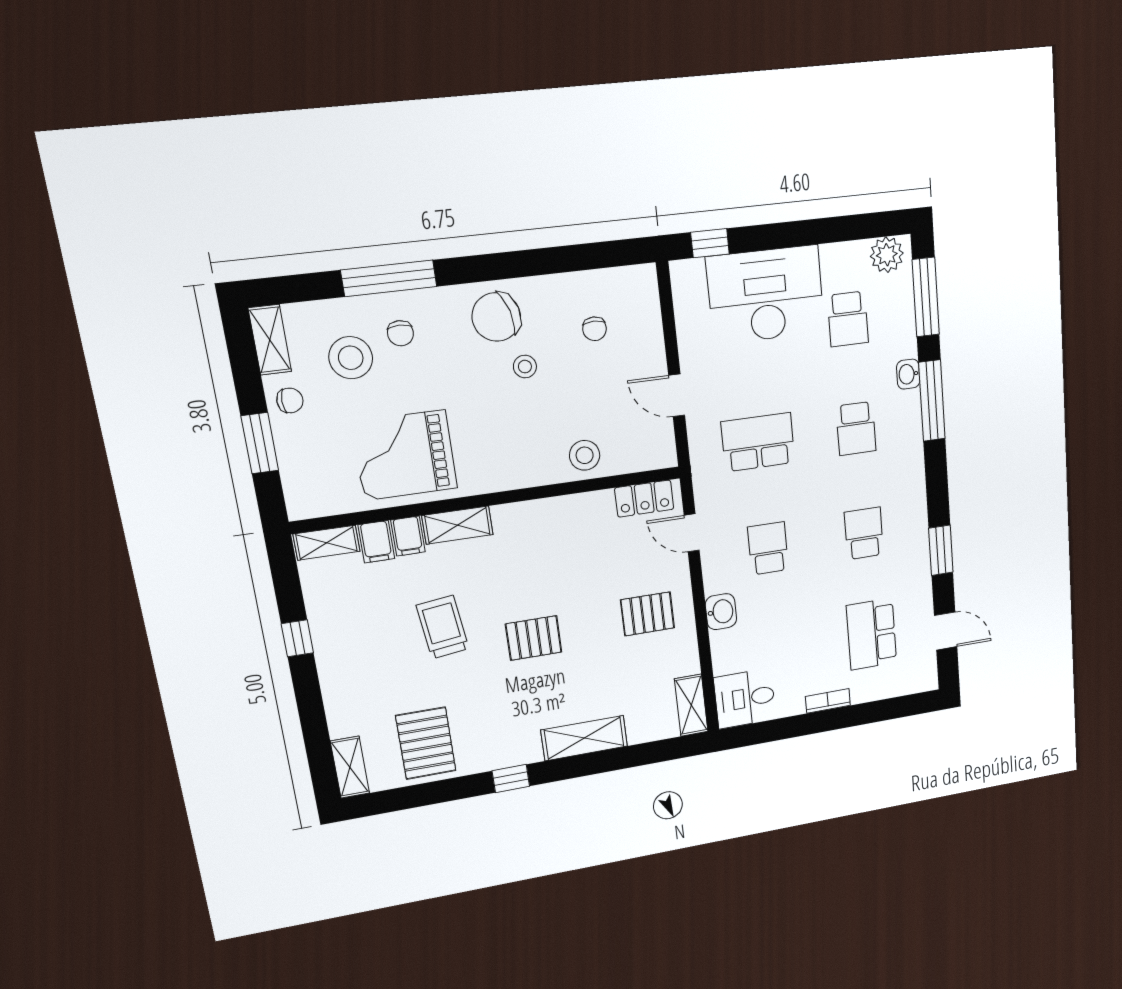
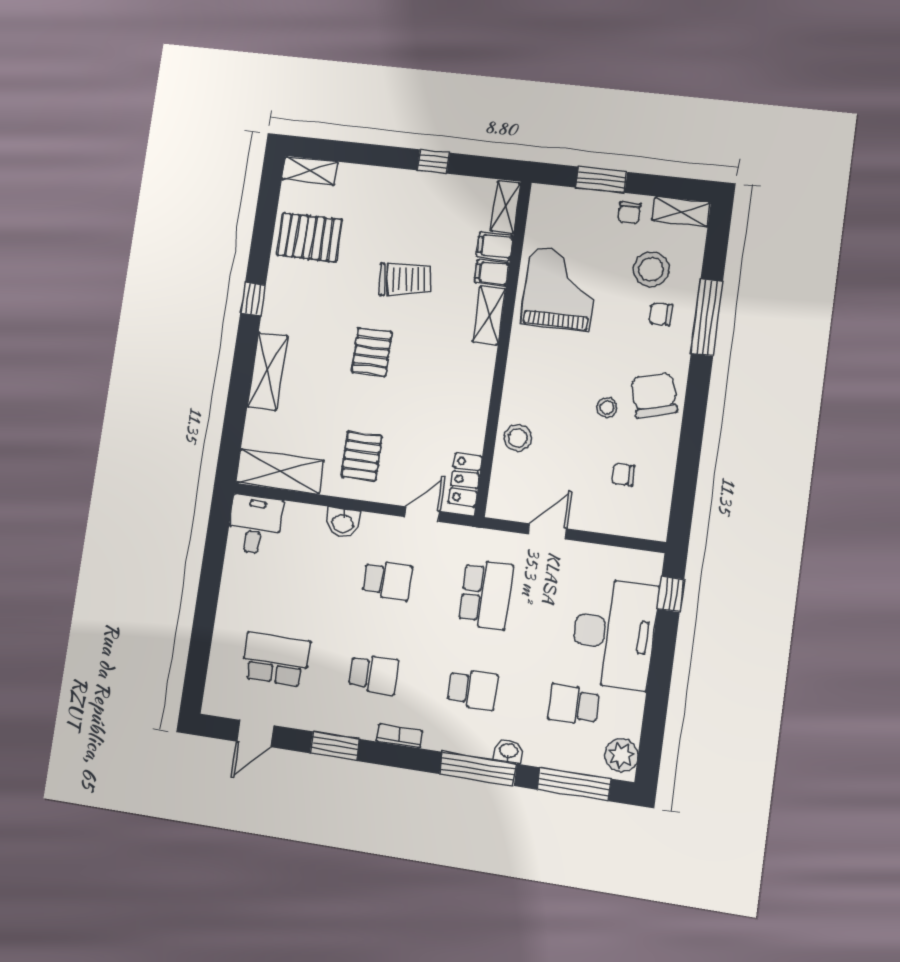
school desk: (856, 428) -> (473, 689), turned 180
bookcase: (828, 701) -> (399, 736), moved, turned -90
shelving: (691, 705) -> (280, 472), width x1.50, depth x1.33

